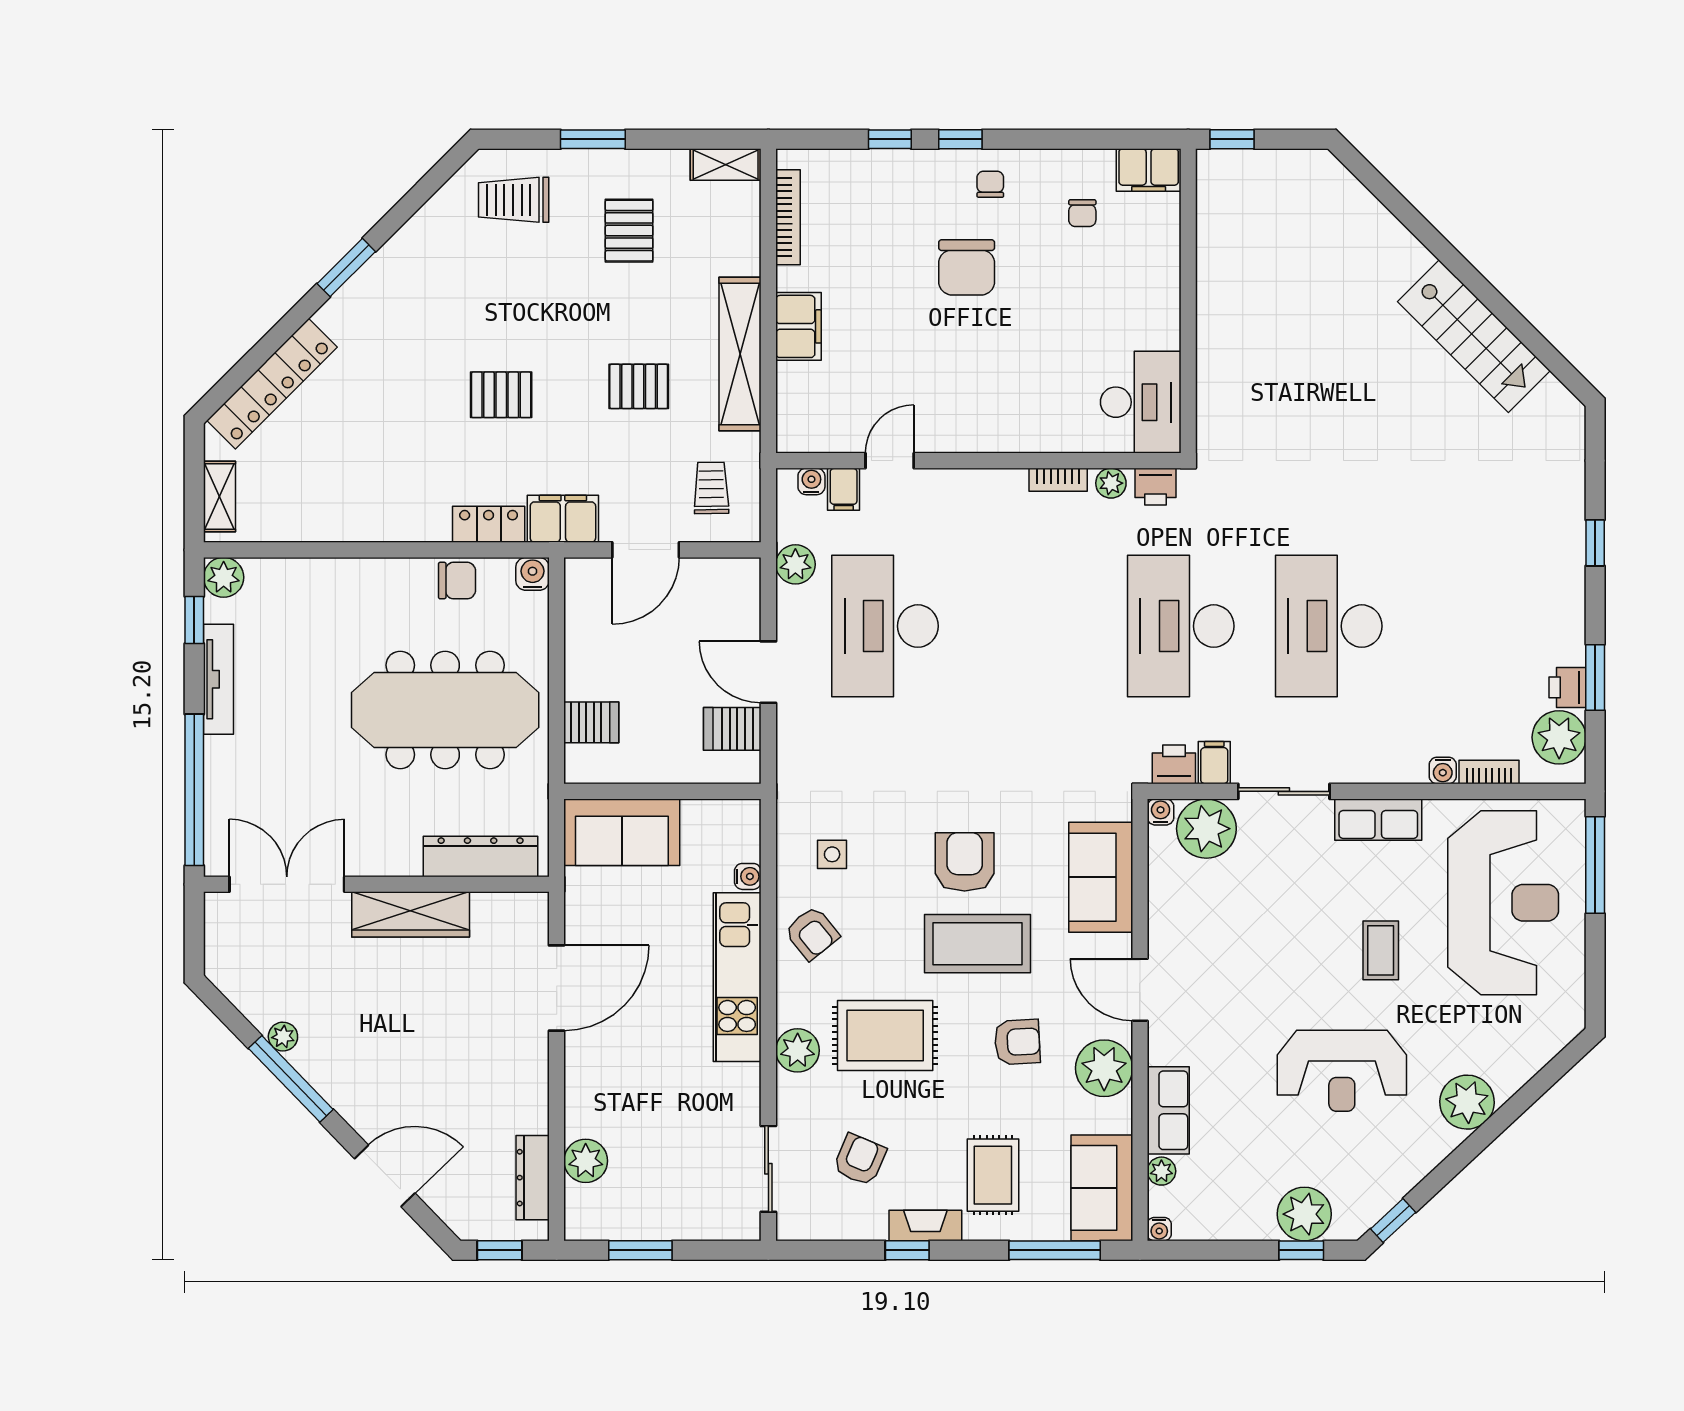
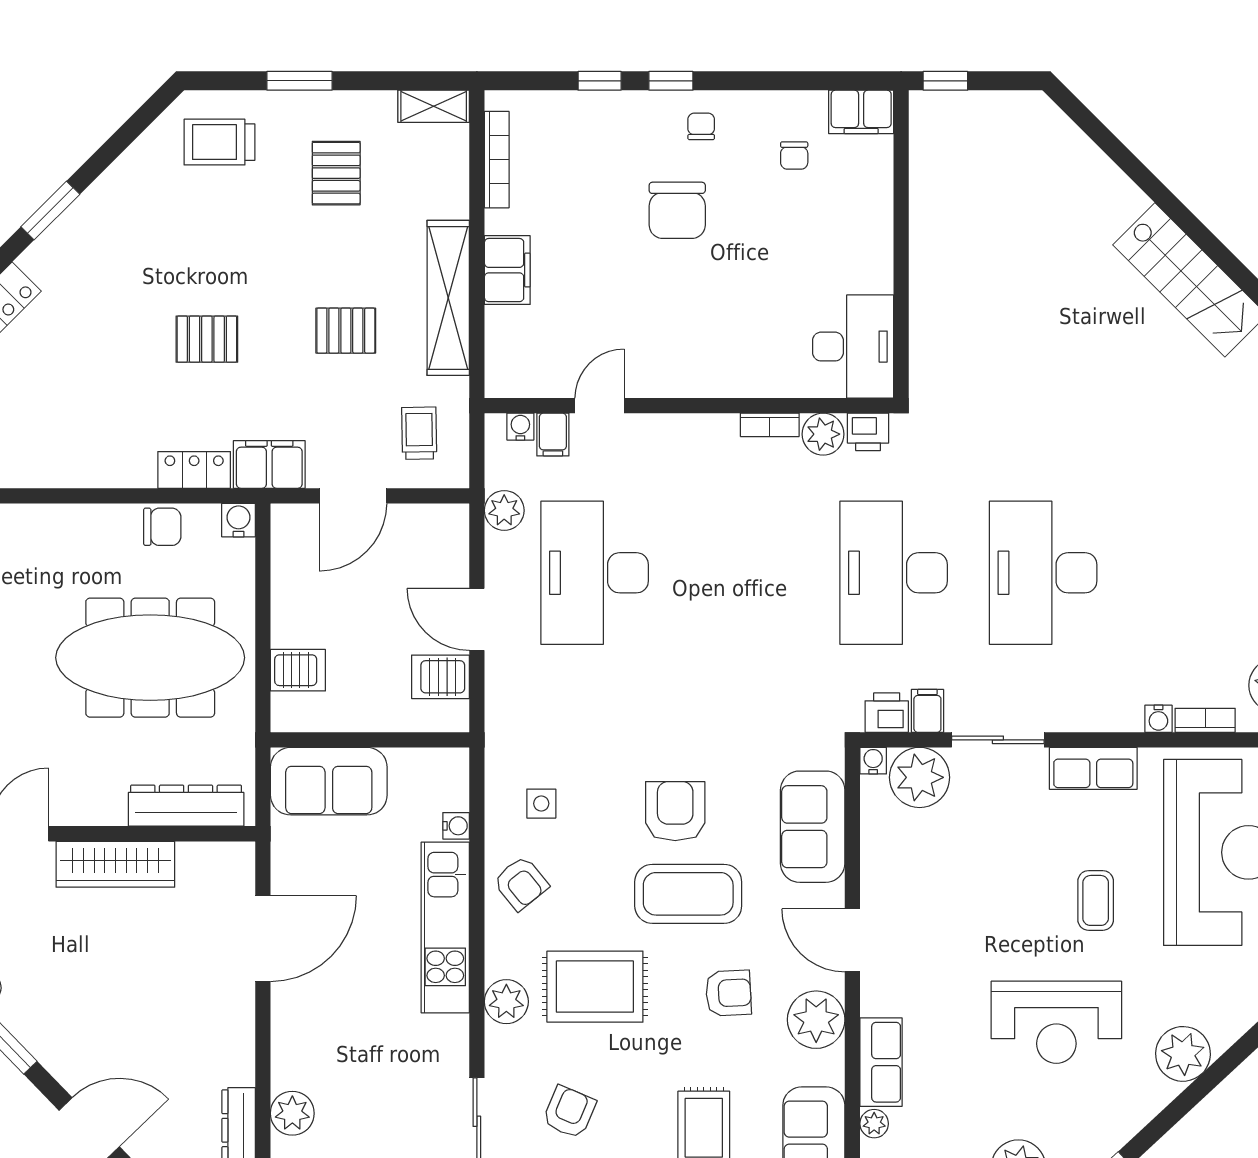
plant: (1111, 483) -> (823, 434), width x1.38, depth x1.38

